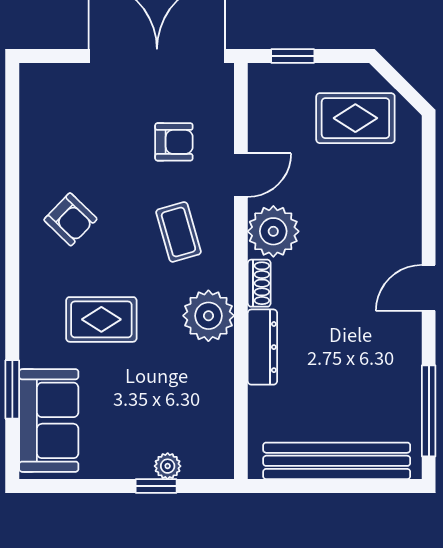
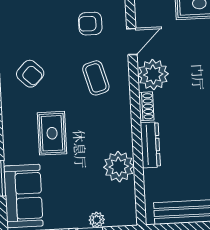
armchair: (174, 142) -> (90, 24), turned 180
plant: (208, 316) -> (119, 167), moved
rug: (101, 319) -> (52, 133), turned 90

